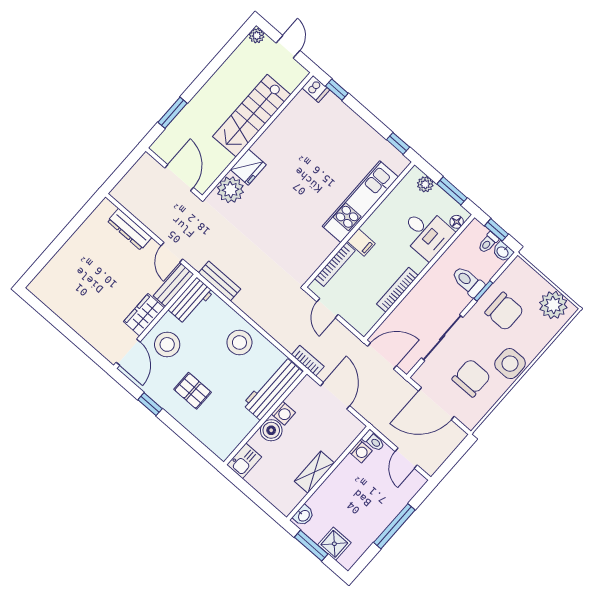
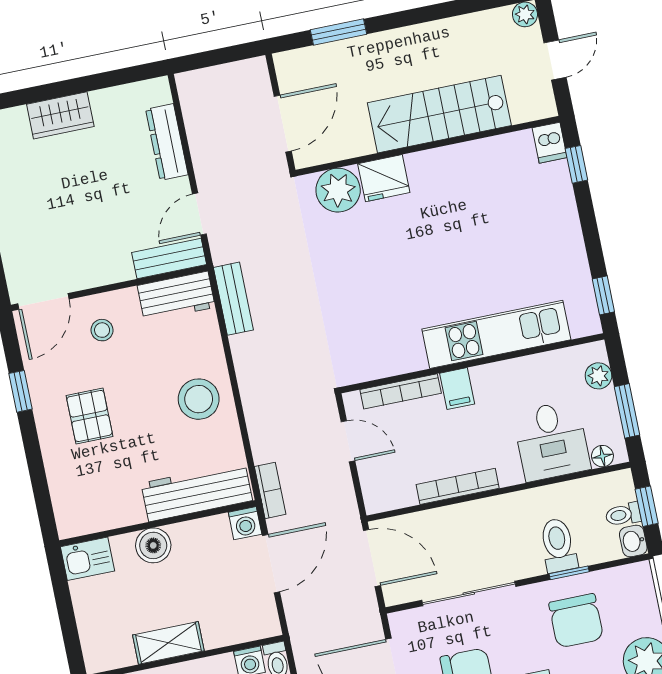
door: (328, 308) -> (348, 441), swing flipped
wardrobe: (144, 315) -> (60, 115), moved, turned 180
stool: (167, 344) -> (102, 330), width x0.53, depth x0.53
washing machine: (283, 413) -> (245, 523), moved

